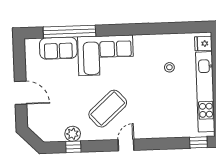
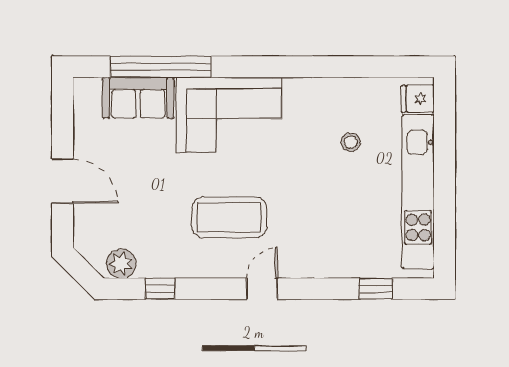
coffee table: (108, 109) -> (229, 217), turned 42
plant: (73, 134) -> (121, 264), moved
window: (198, 142) -> (376, 289), moved

